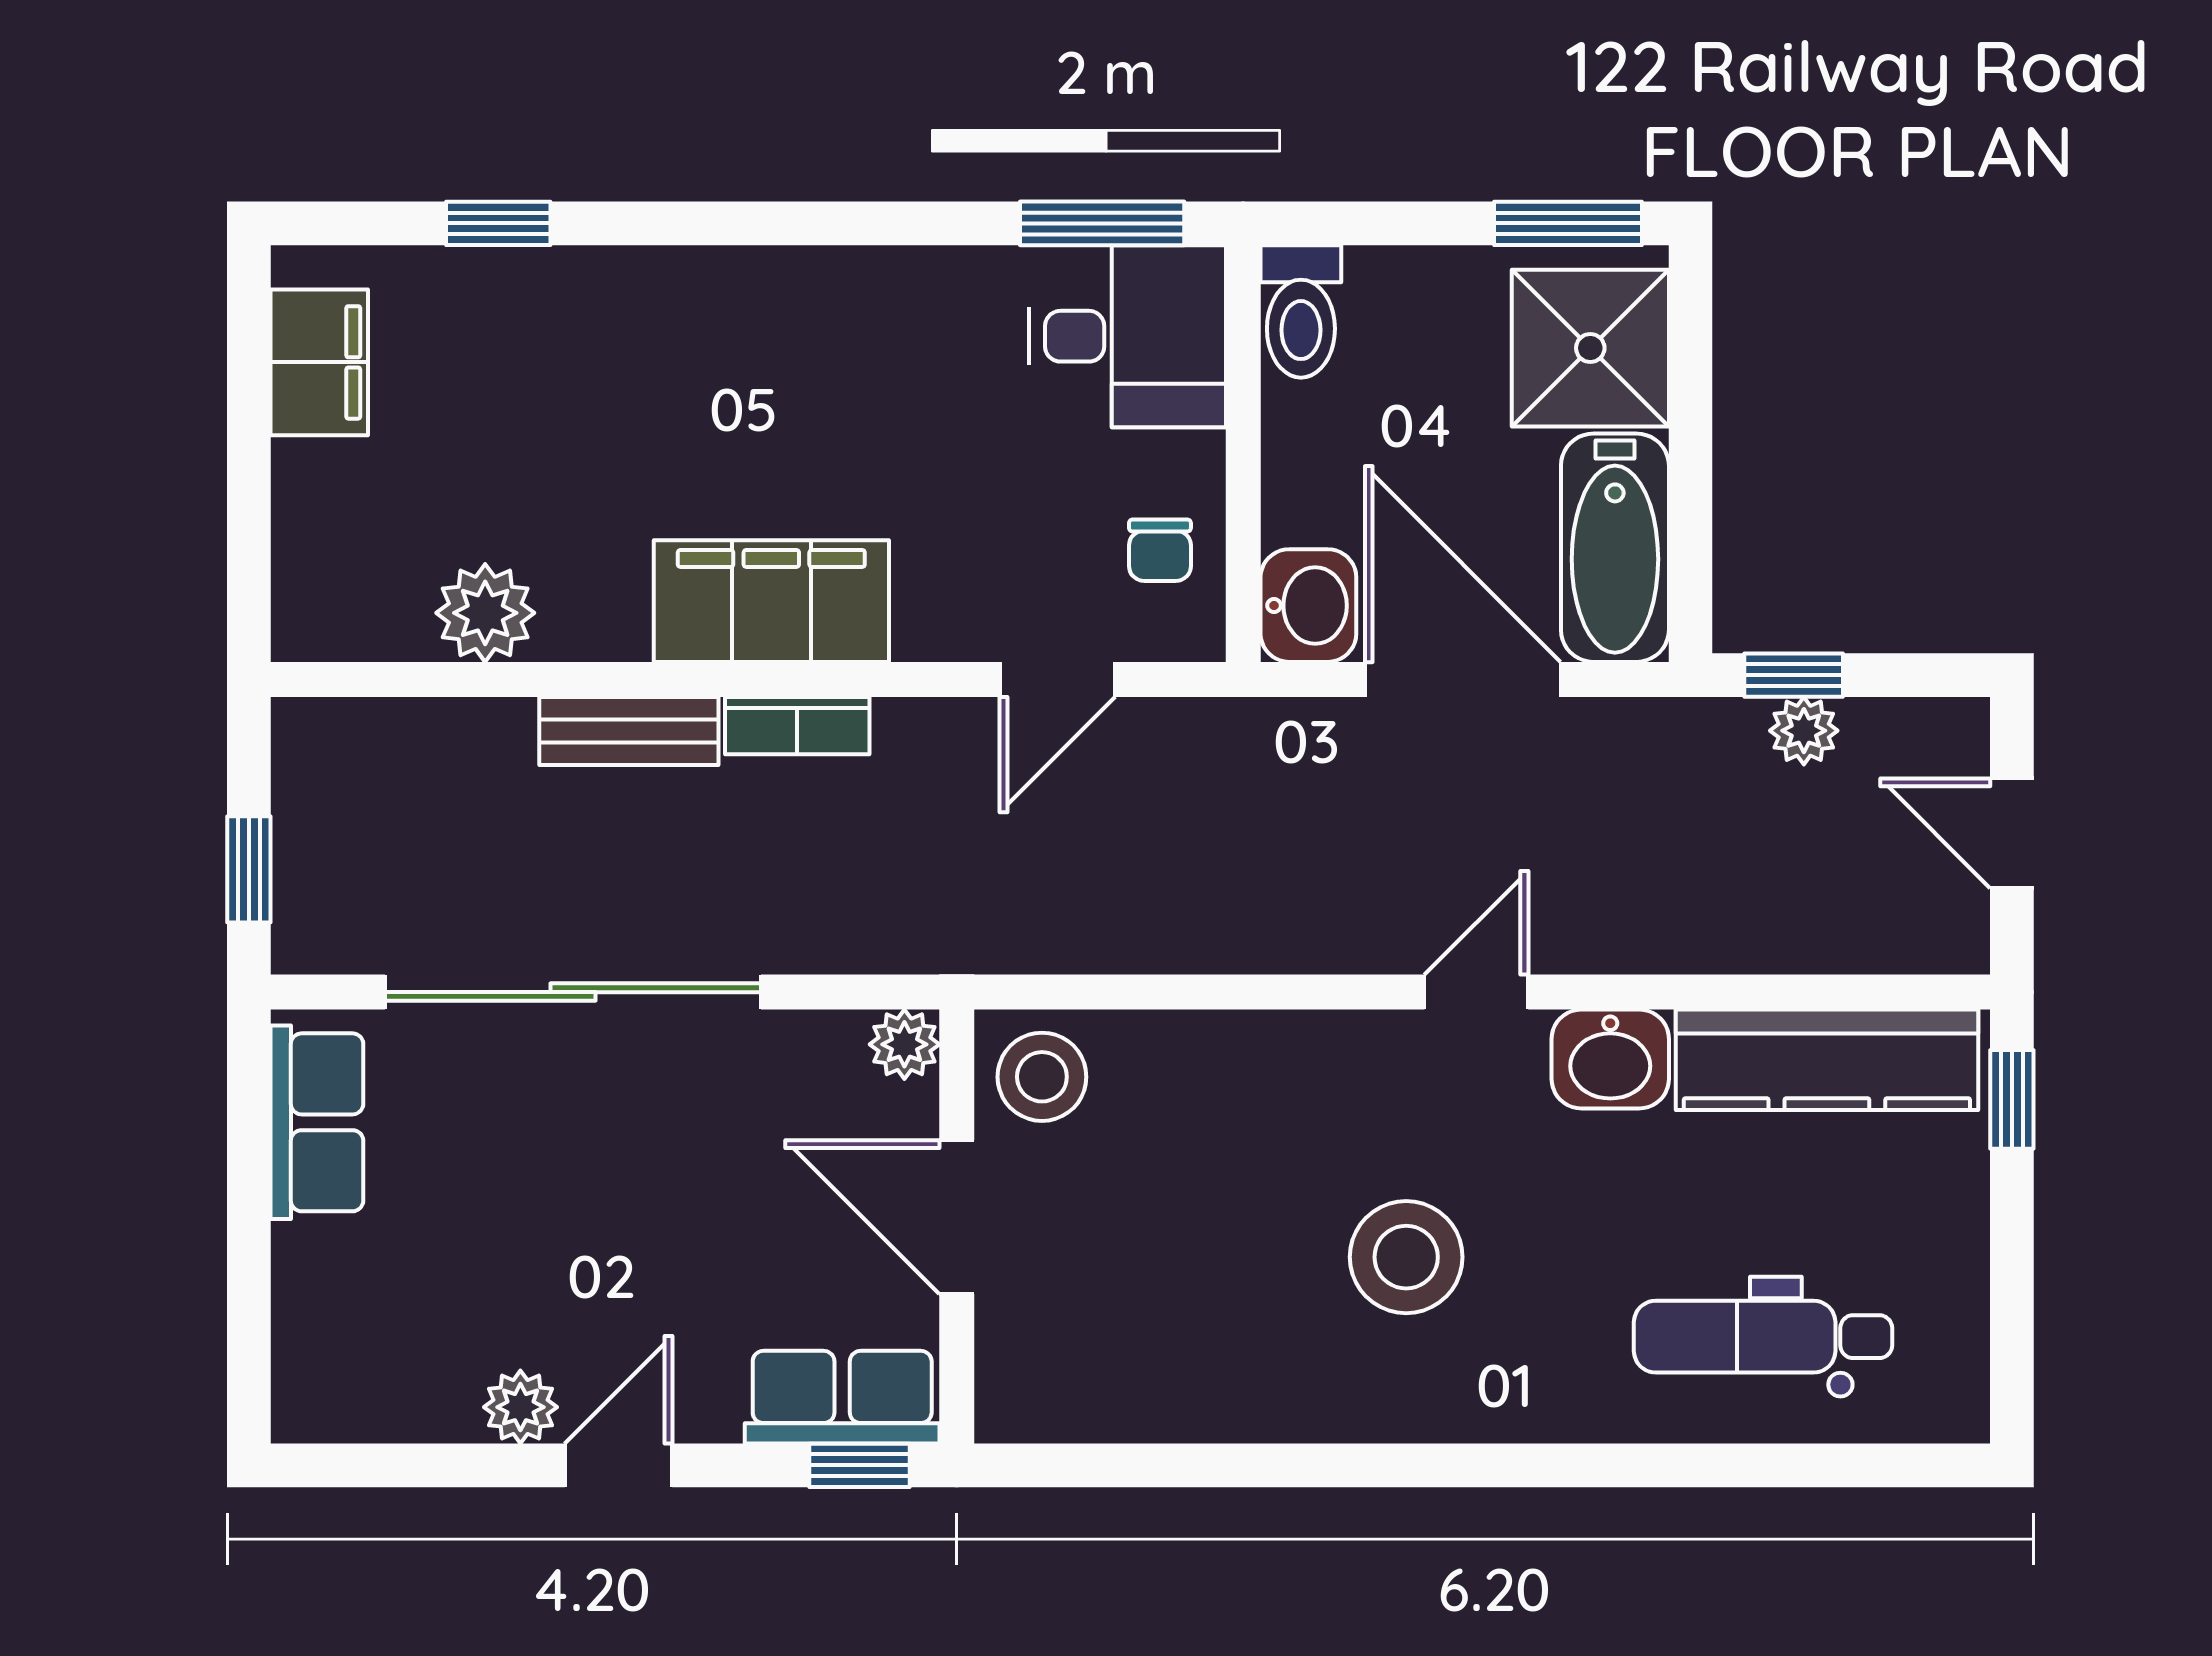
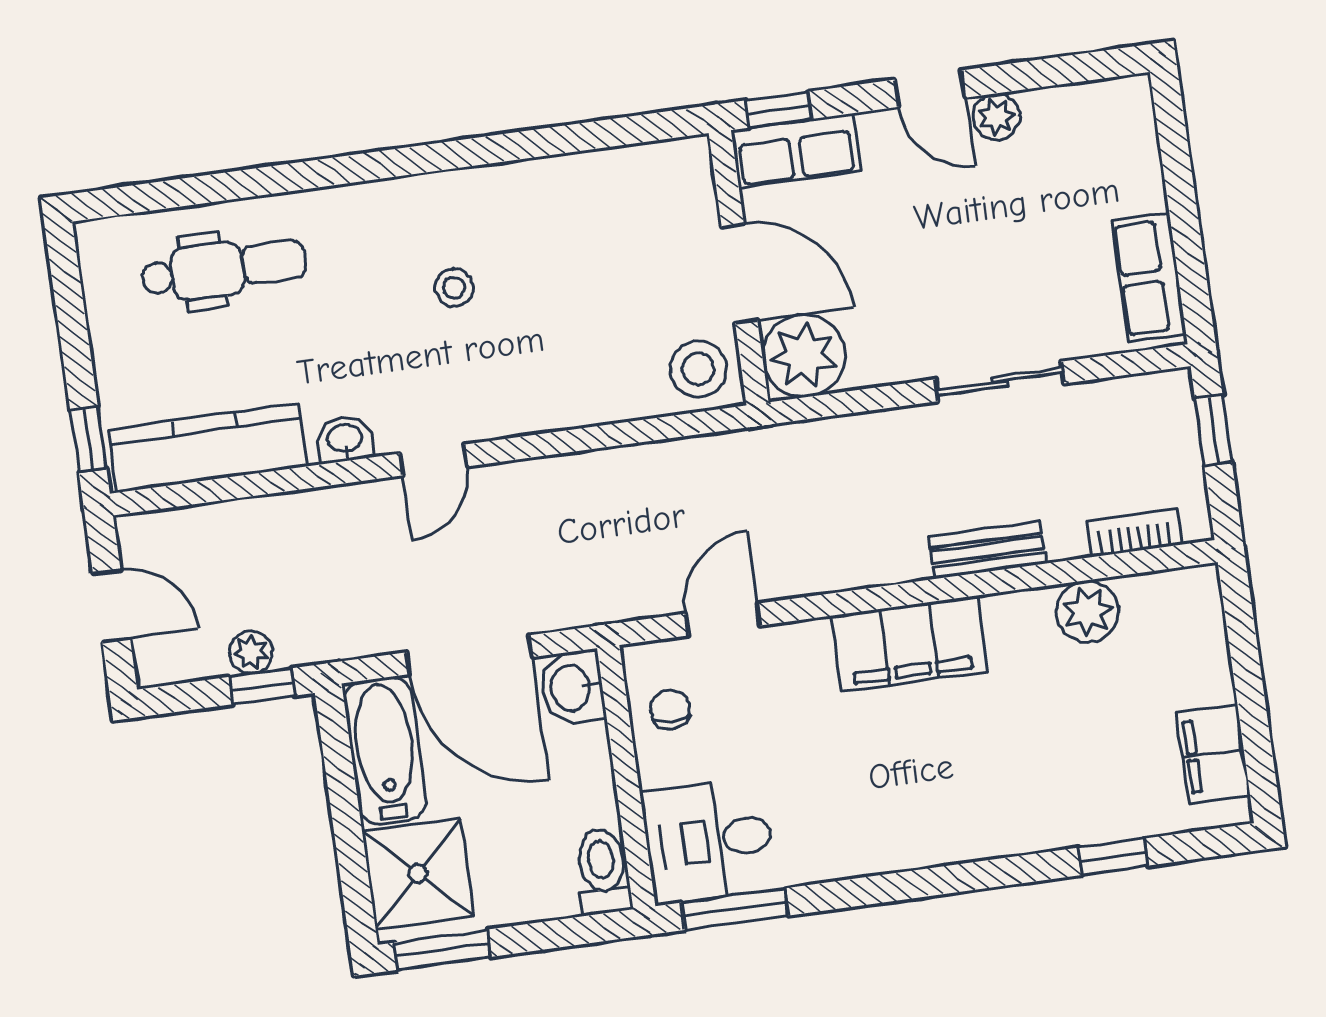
bookcase: (797, 726) -> (1134, 533), moved
sliding door: (573, 992) -> (1000, 381), width x0.54
plant: (904, 1044) -> (804, 356), width x1.88, depth x1.88
washbasin: (1610, 1059) -> (345, 439), width x0.72, depth x0.69
stool: (1406, 1257) -> (454, 288), width x0.53, depth x0.53
door: (618, 1465) -> (930, 89), hinge flipped

